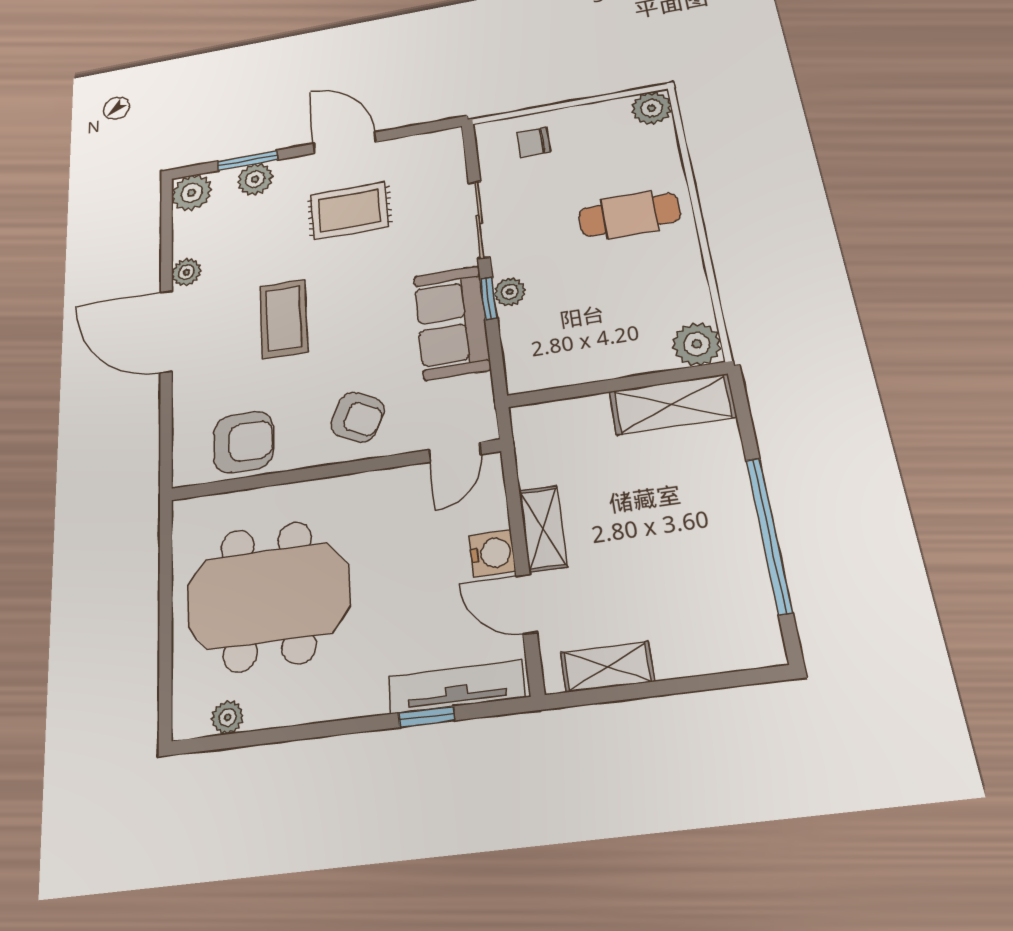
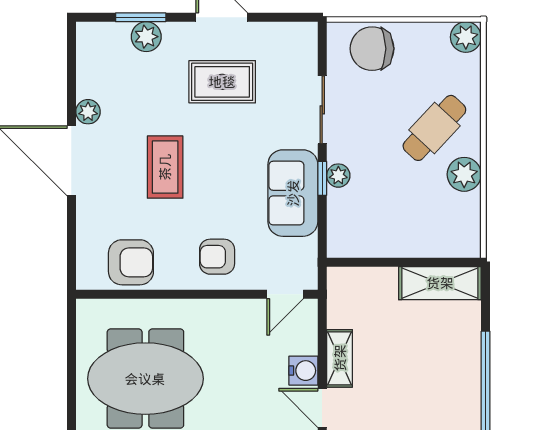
chair: (534, 142) -> (372, 49), width x1.87, depth x1.87
plant: (192, 193) -> (93, 39), removed
cafe table: (629, 215) -> (434, 128), turned -47
plant: (697, 344) -> (464, 174), moved
armchair: (357, 417) -> (217, 257), turned 153

